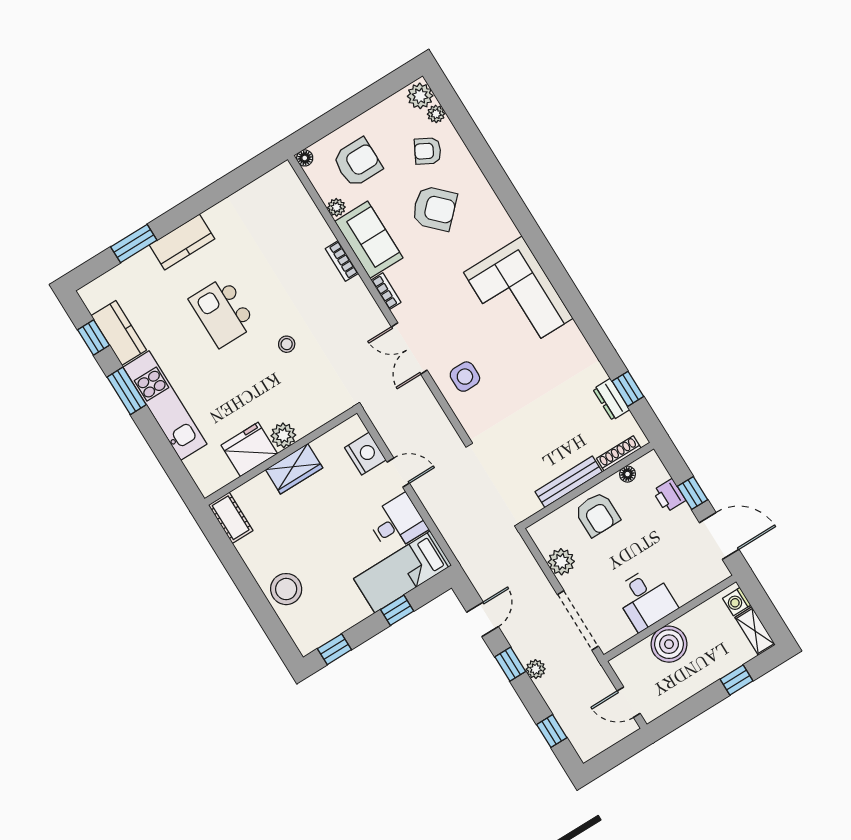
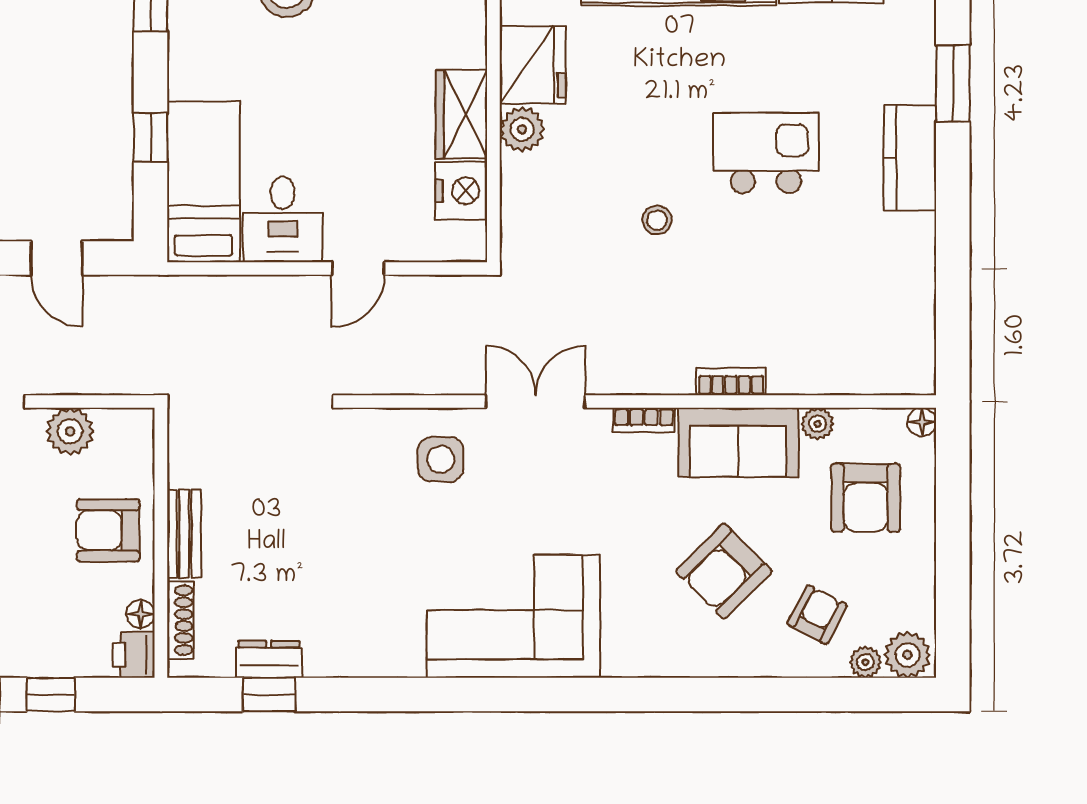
nightstand: (365, 454) -> (461, 191), moved, turned -90
bench: (569, 482) -> (184, 534), width x0.73
printer: (669, 495) -> (134, 655), moved, turned -90

